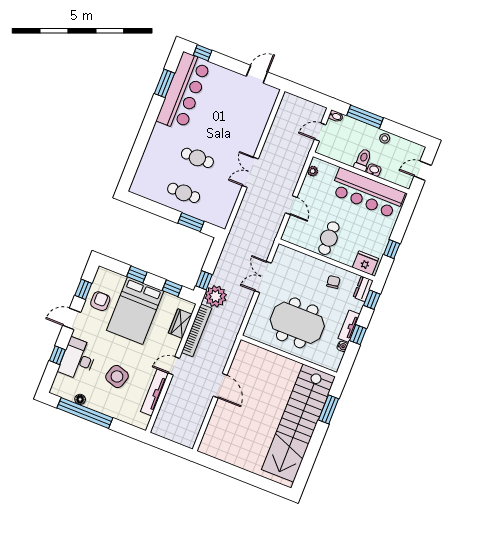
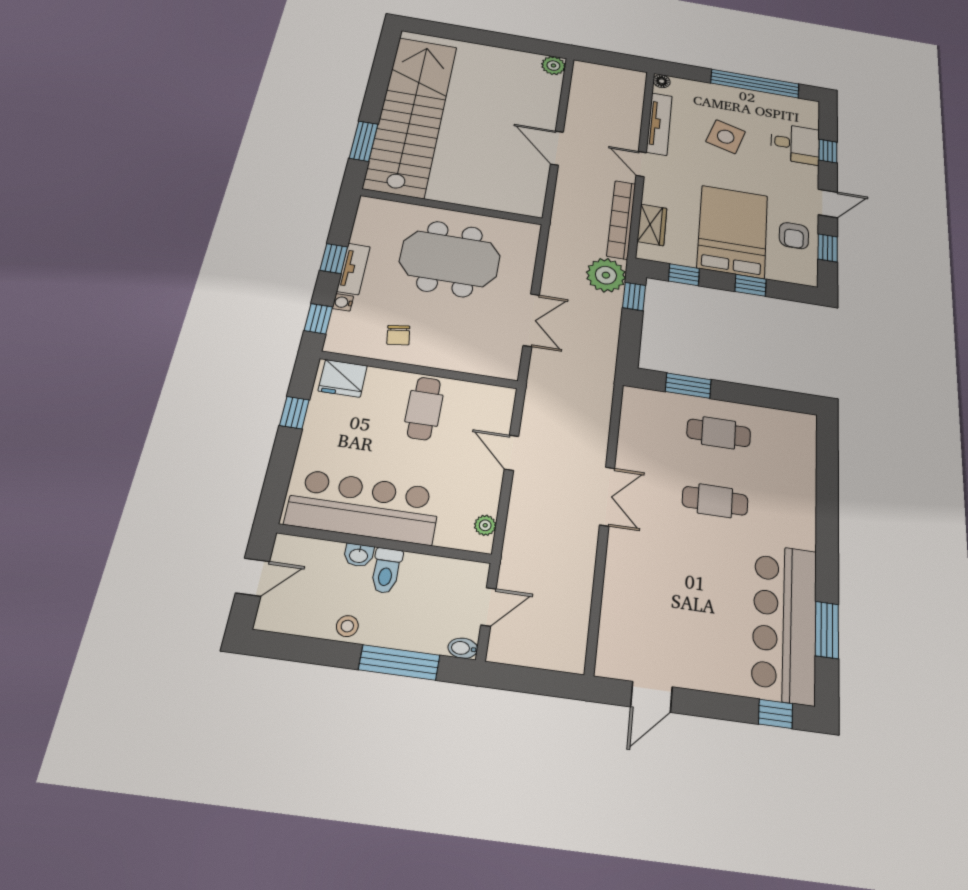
dresser: (363, 289) -> (339, 334), removed
water cooler: (342, 346) -> (343, 302), moved
desk: (78, 359) -> (795, 144), width x0.73
door: (174, 366) -> (641, 164), swing flipped
floor lamp: (80, 399) -> (662, 81), moved
plant: (206, 447) -> (553, 66), added

